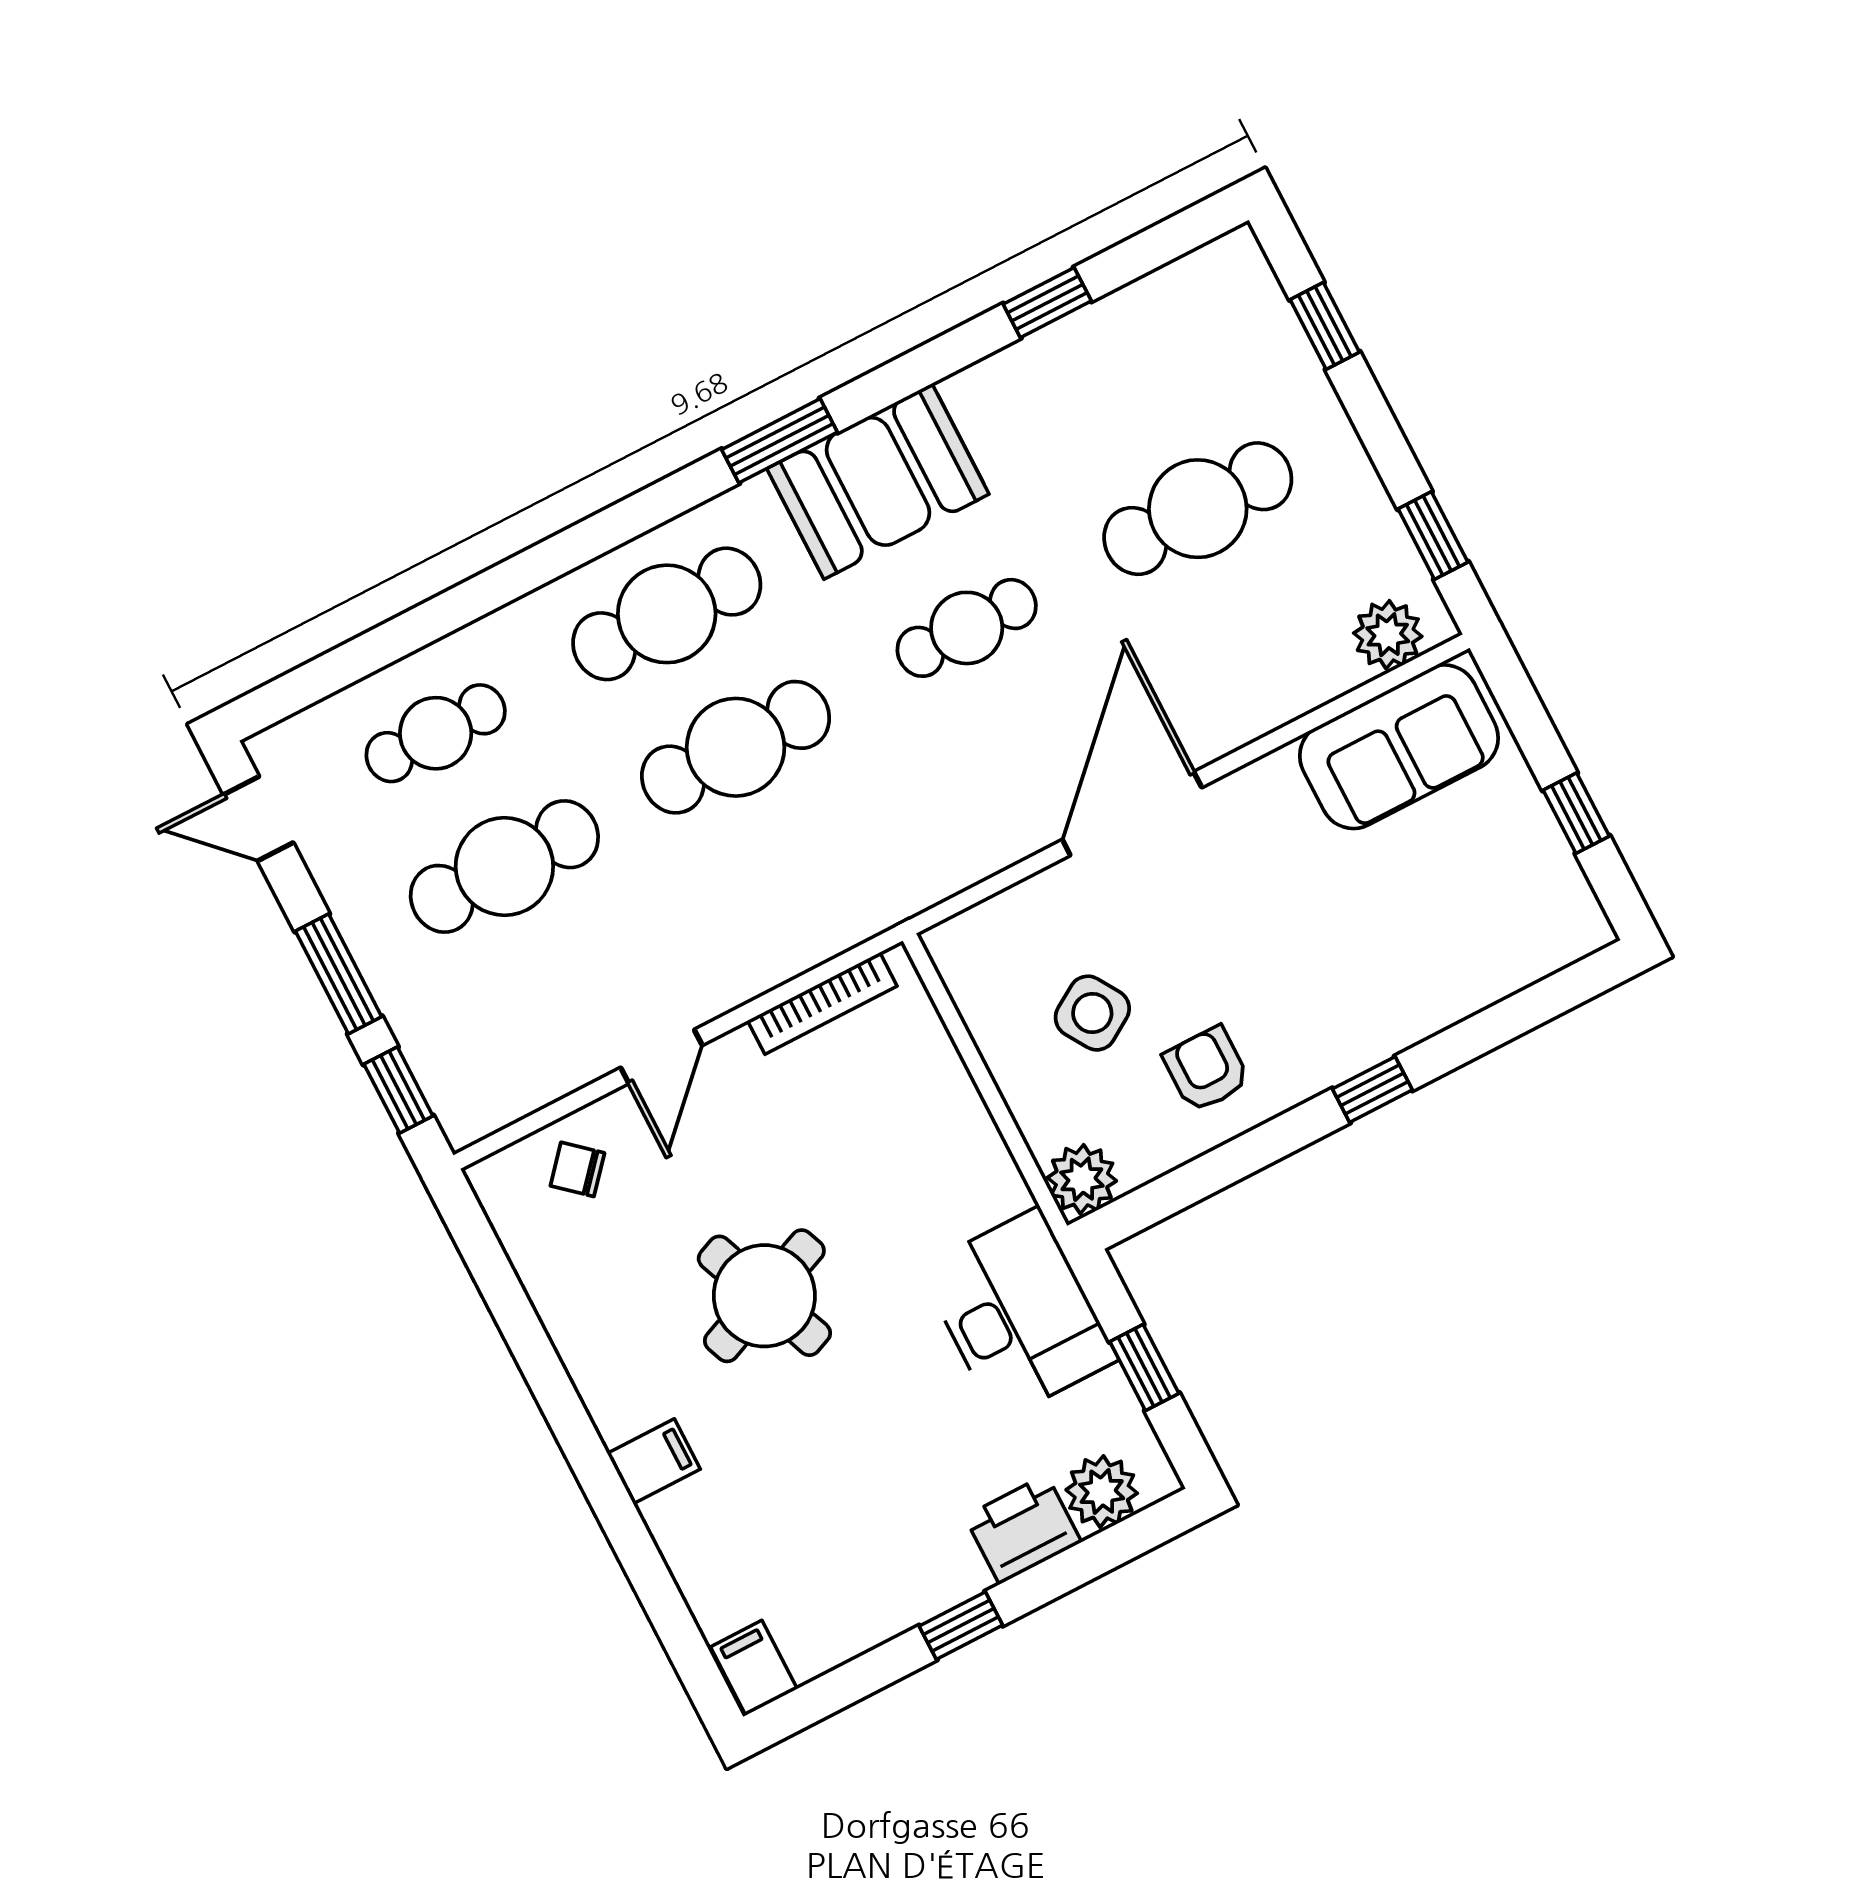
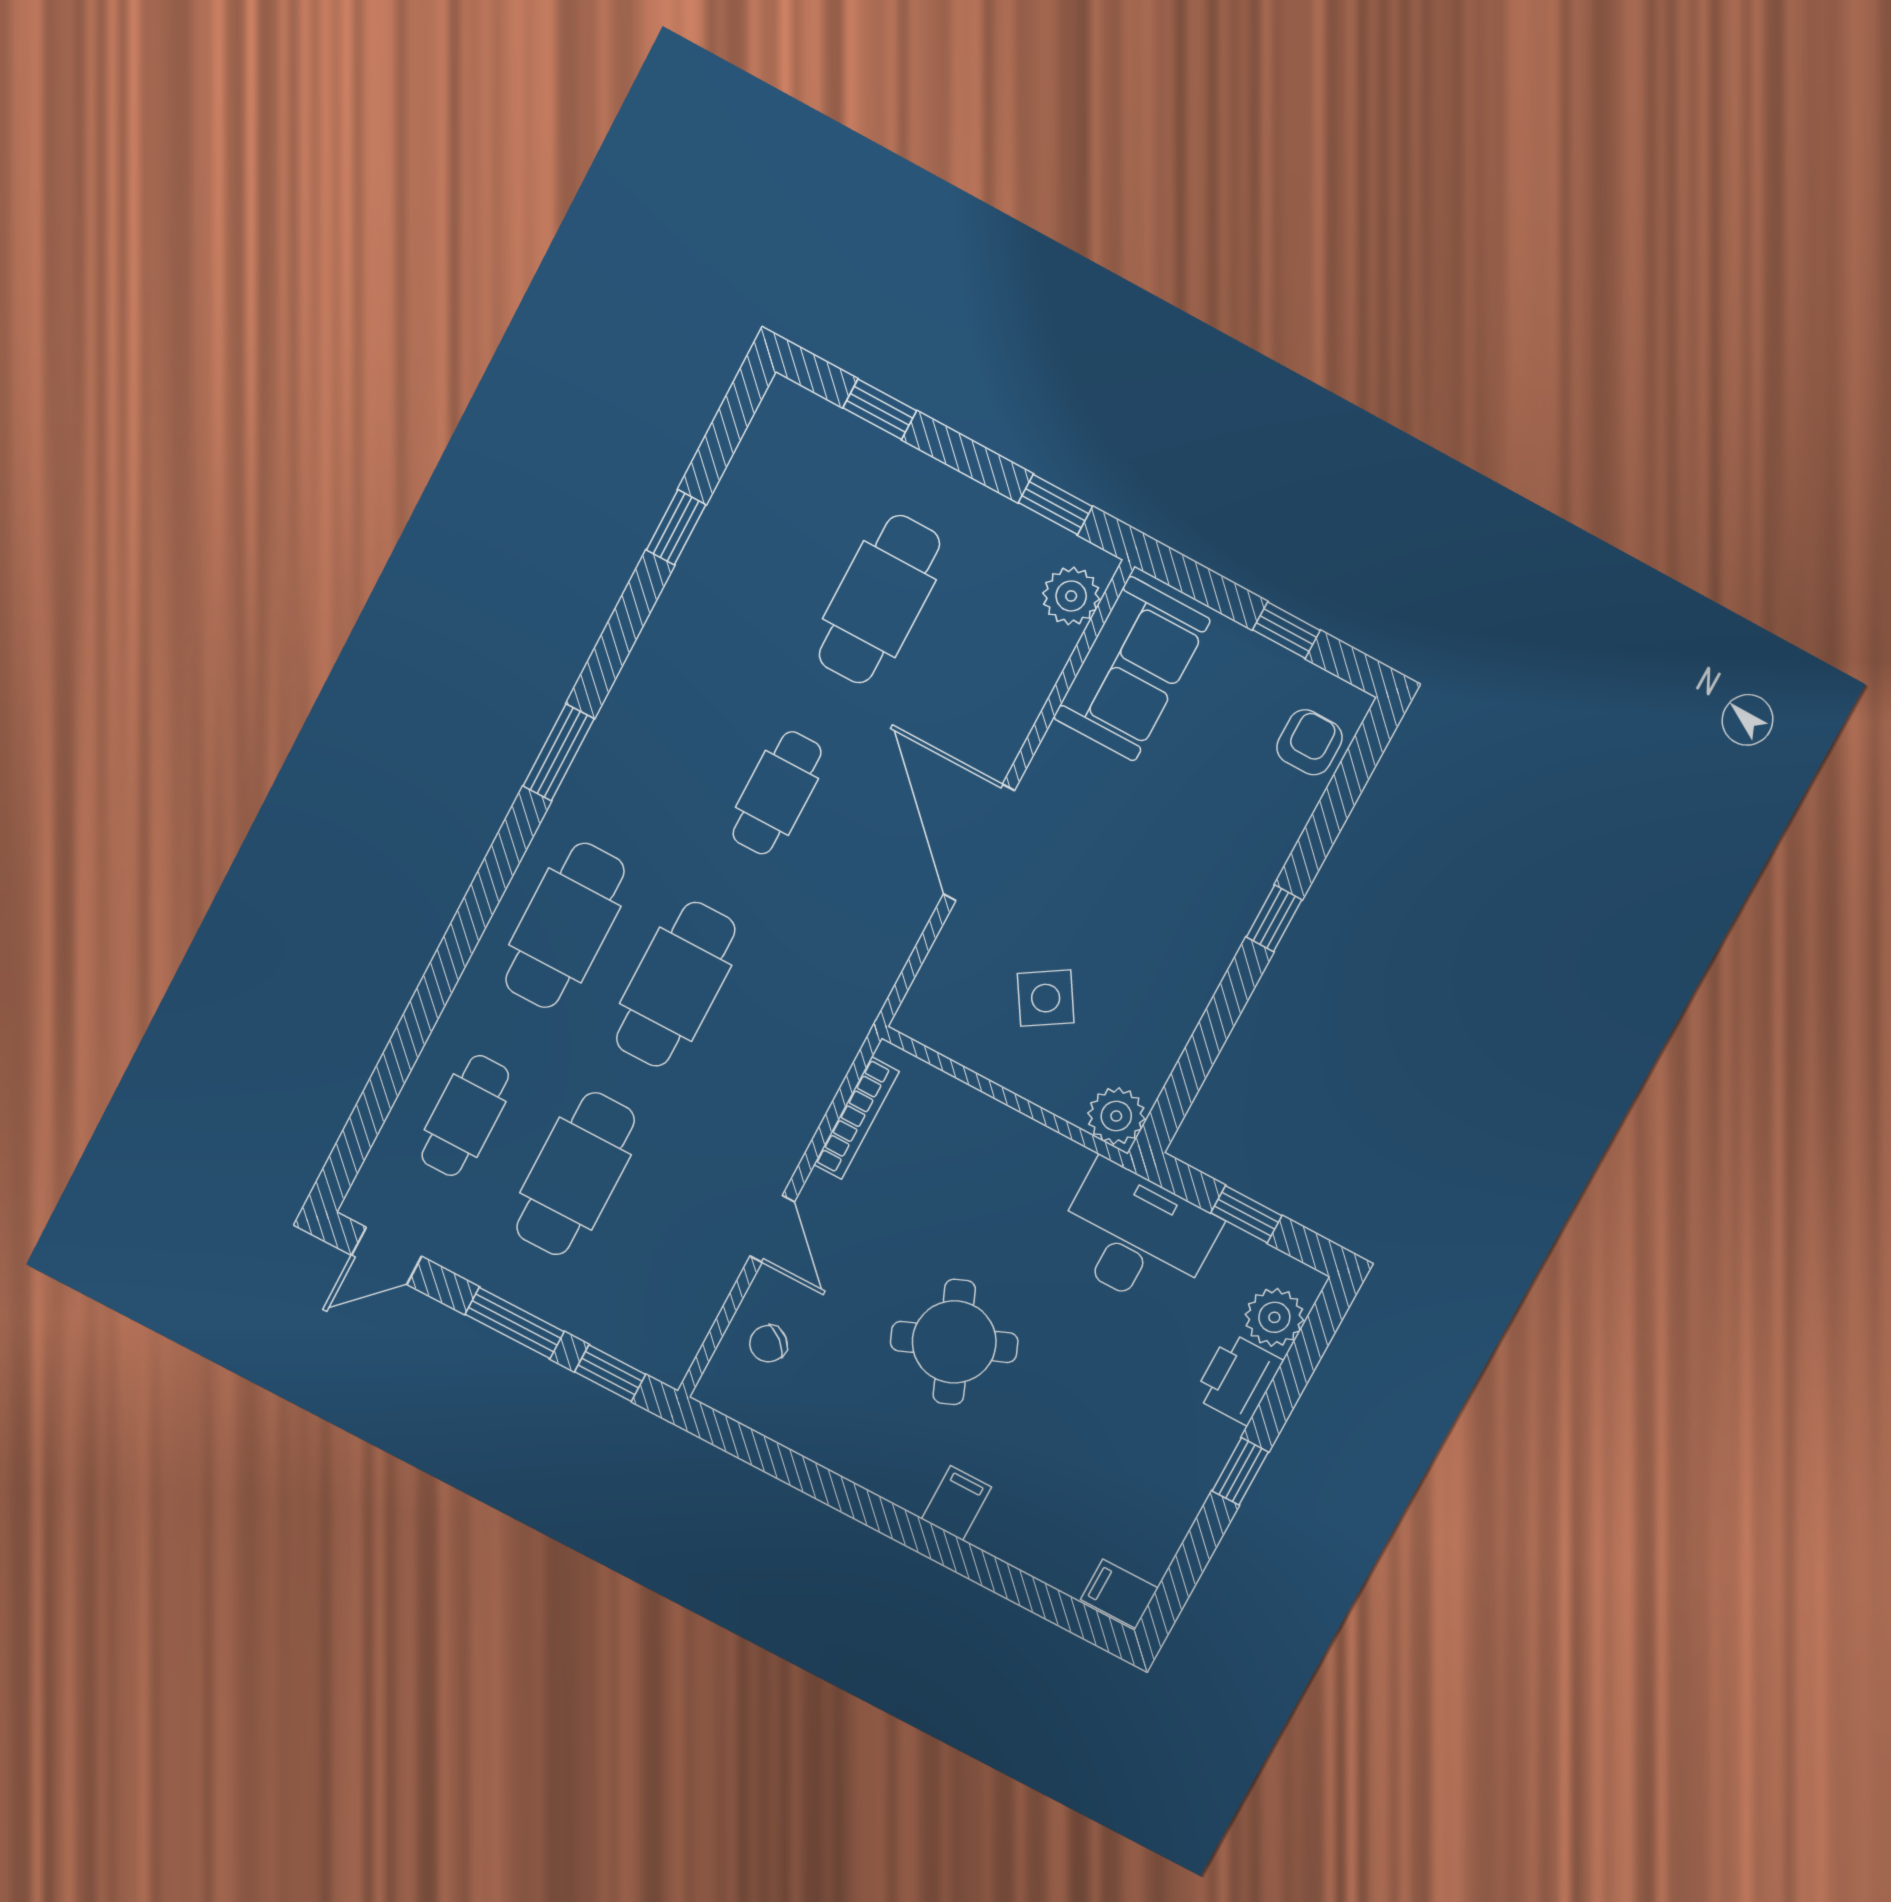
booth: (878, 481) -> (646, 734), removed
armchair: (1206, 1069) -> (1309, 742), moved, turned 90

